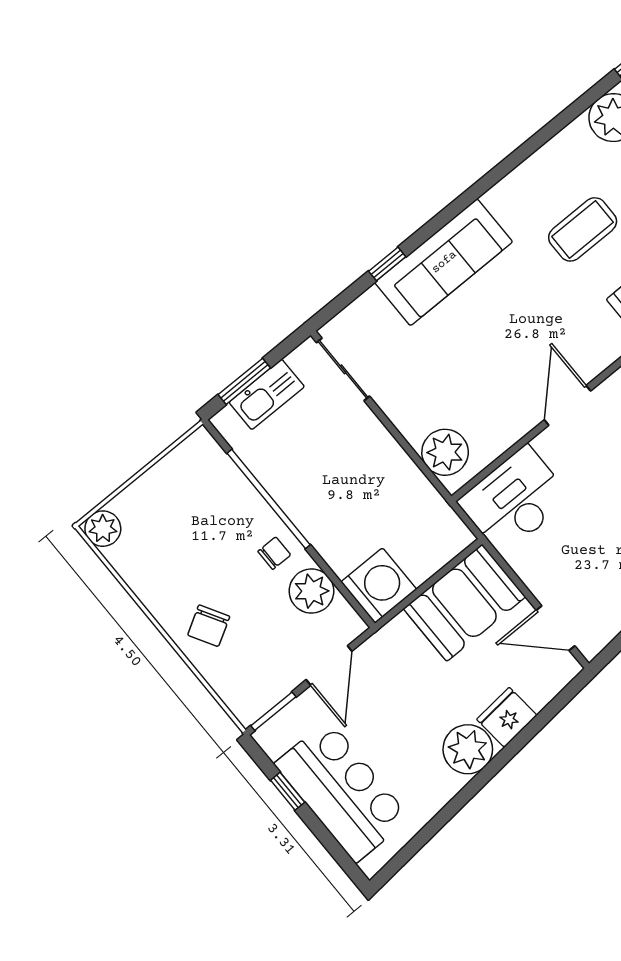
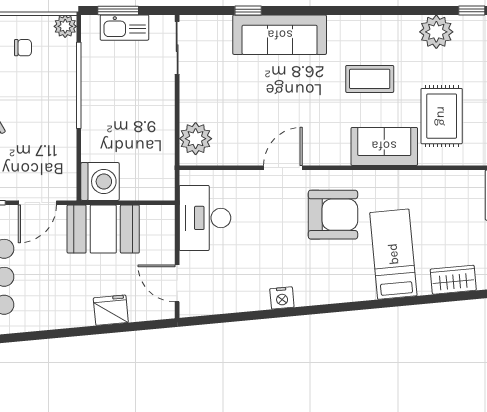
desk: (515, 500) -> (205, 218), moved, turned -90
chair: (274, 553) -> (23, 48), moved
plant: (311, 591) -> (65, 26), moved, width x0.73, depth x0.73
booth: (464, 603) -> (103, 229), moved
plant: (468, 749) -> (75, 310), removed

